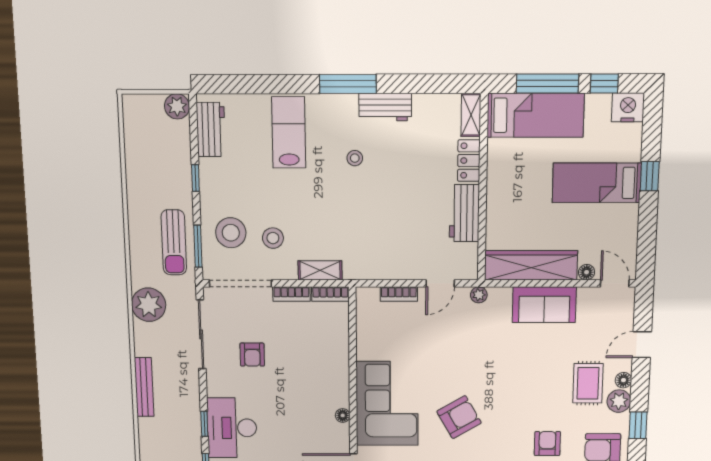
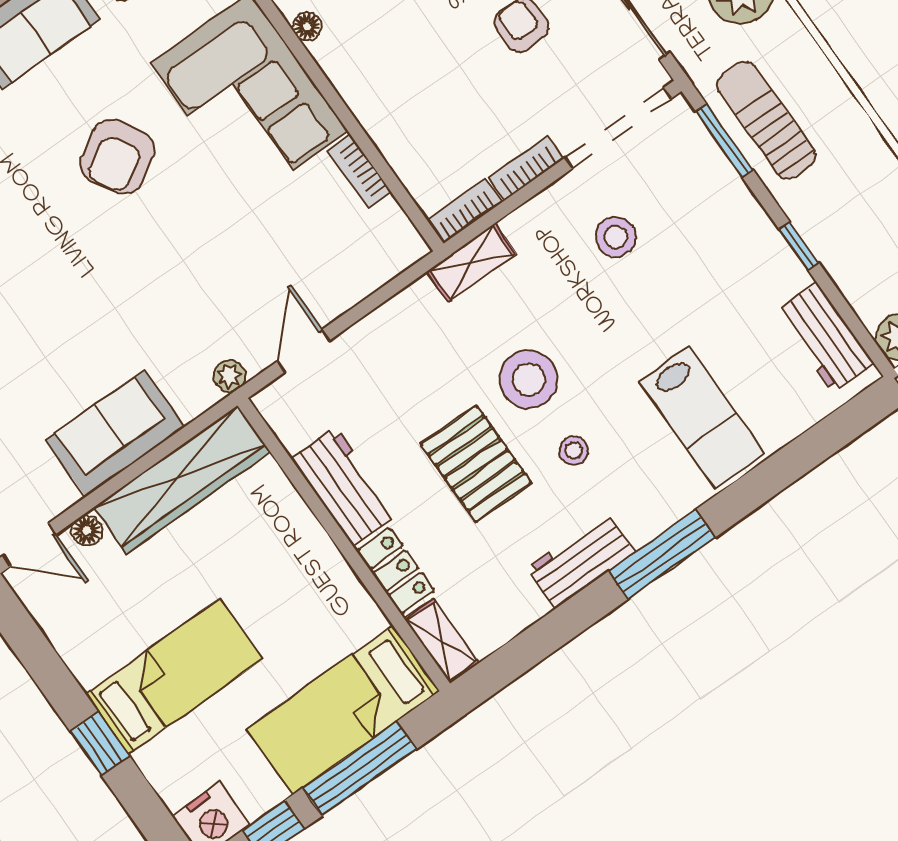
pallet: (401, 183) -> (476, 464), added
stool: (231, 233) -> (529, 379), moved
shelving: (320, 270) -> (471, 263), moved
bookcase: (399, 294) -> (359, 172), moved, turned -90

